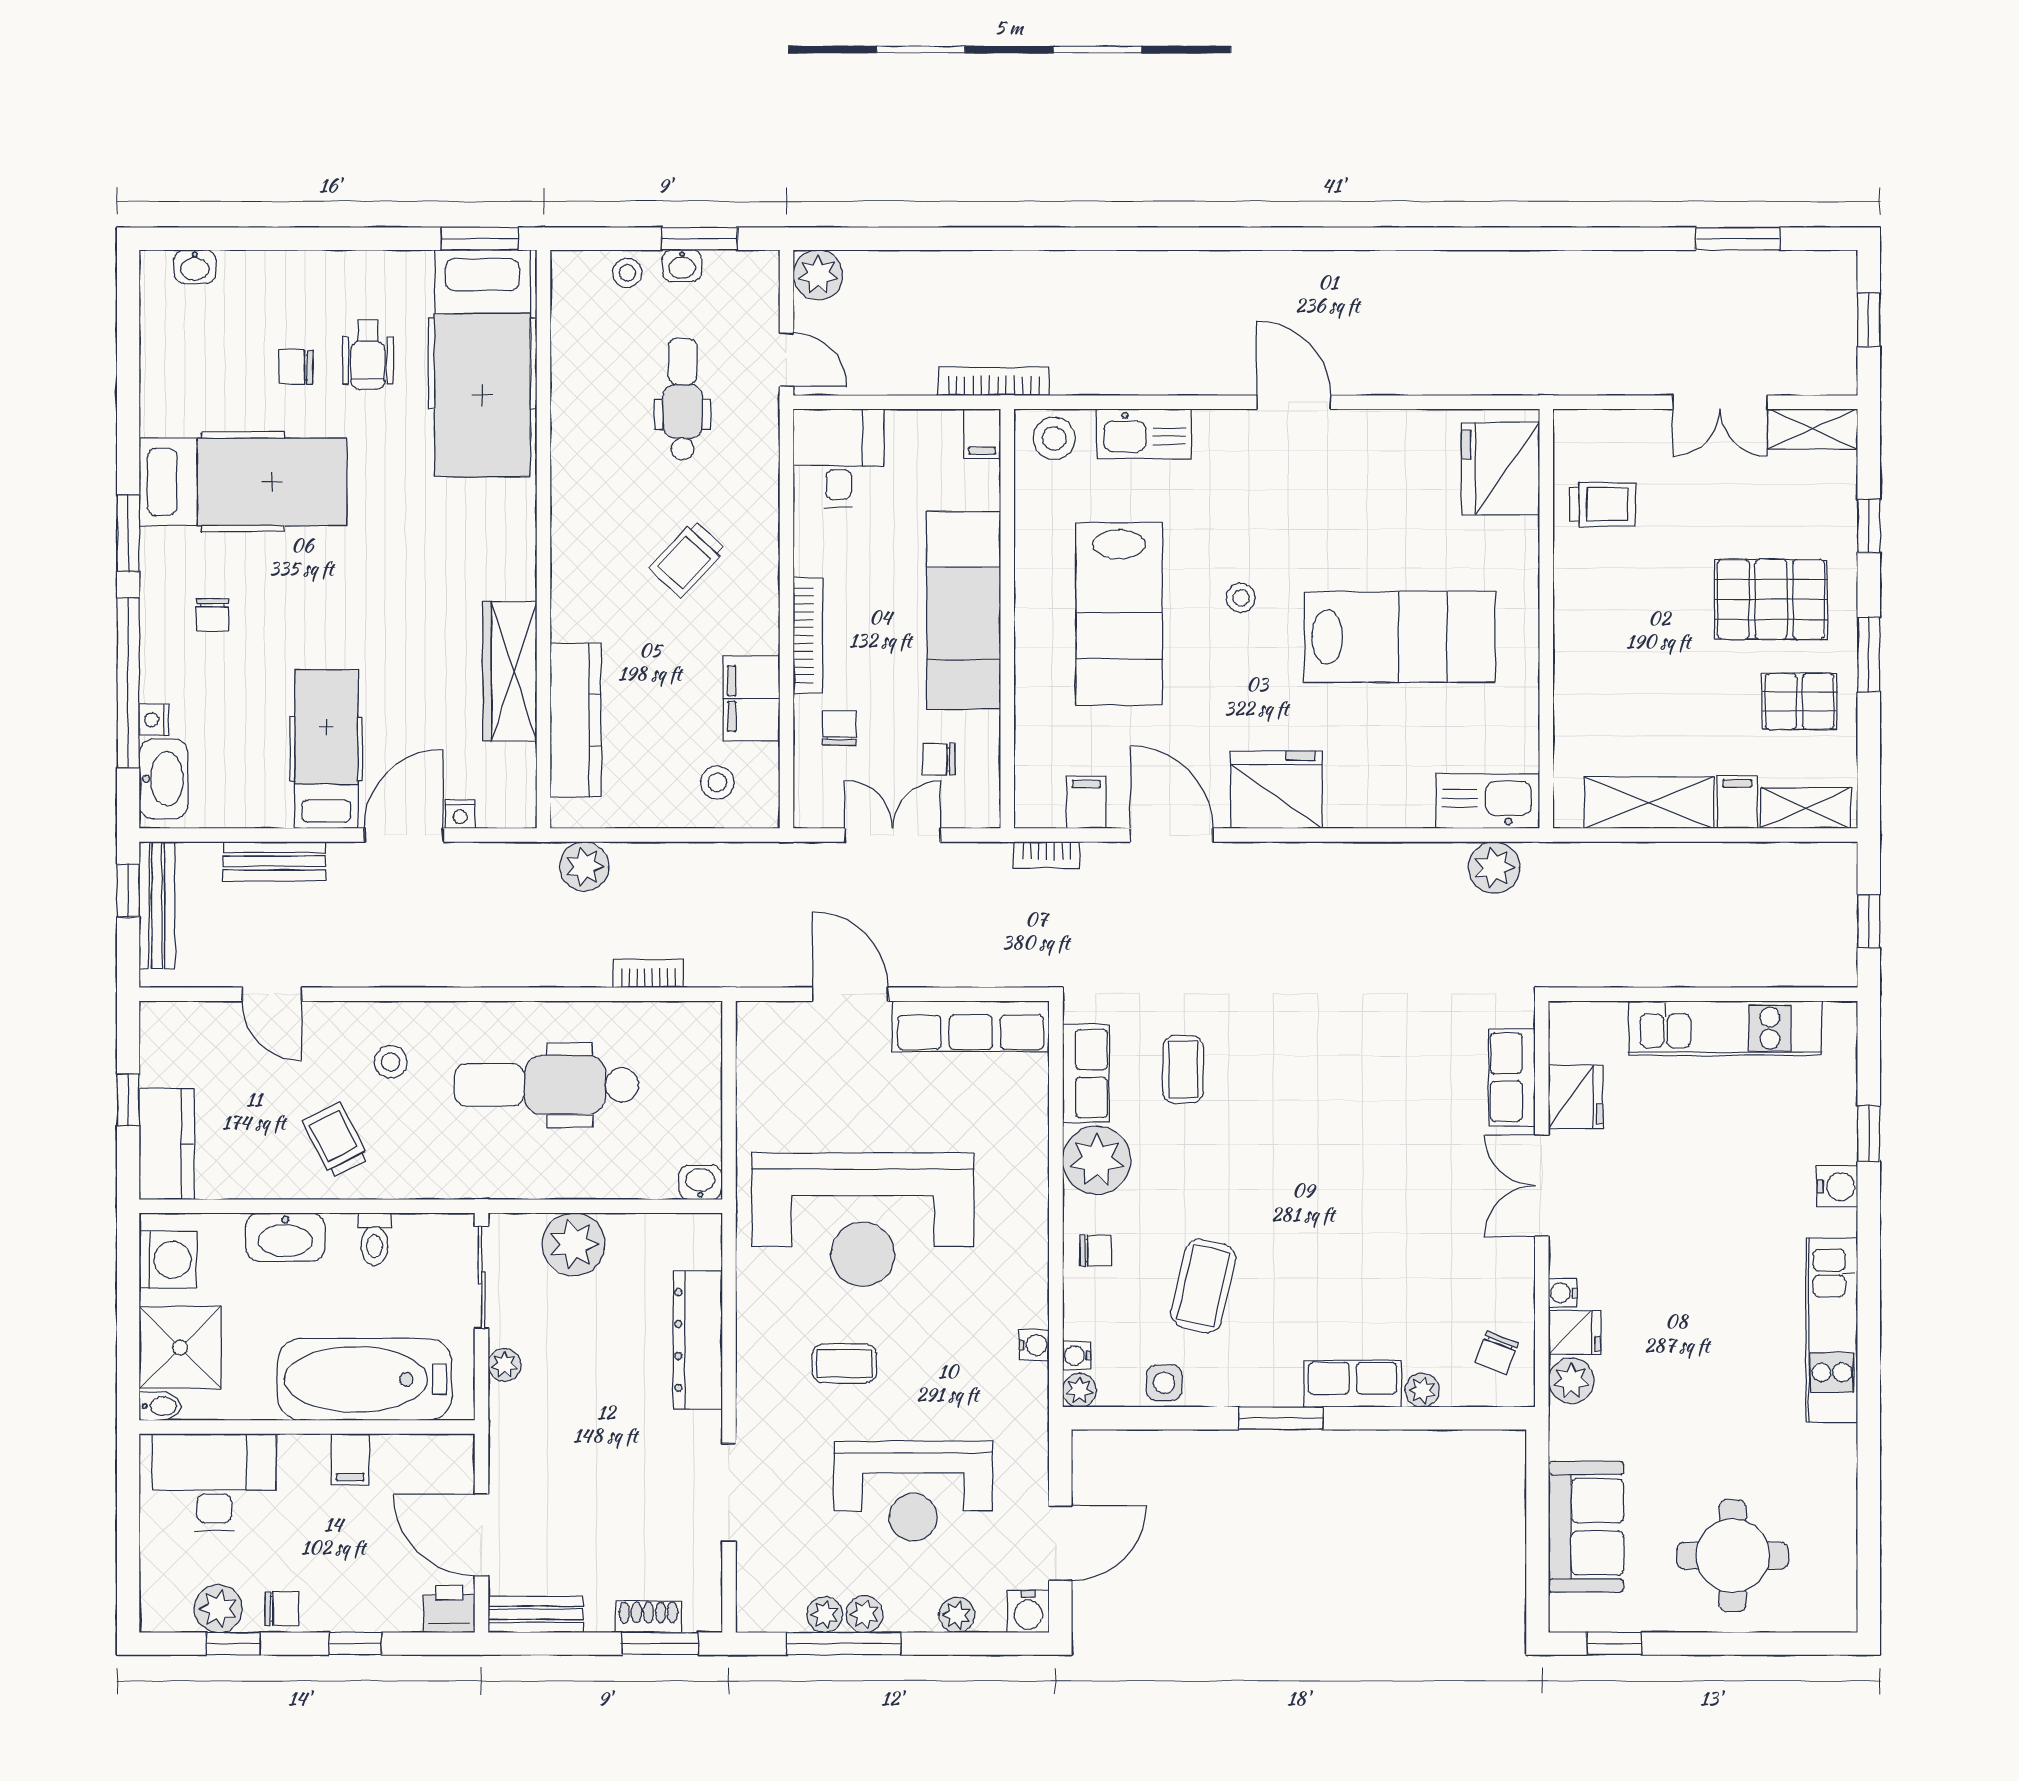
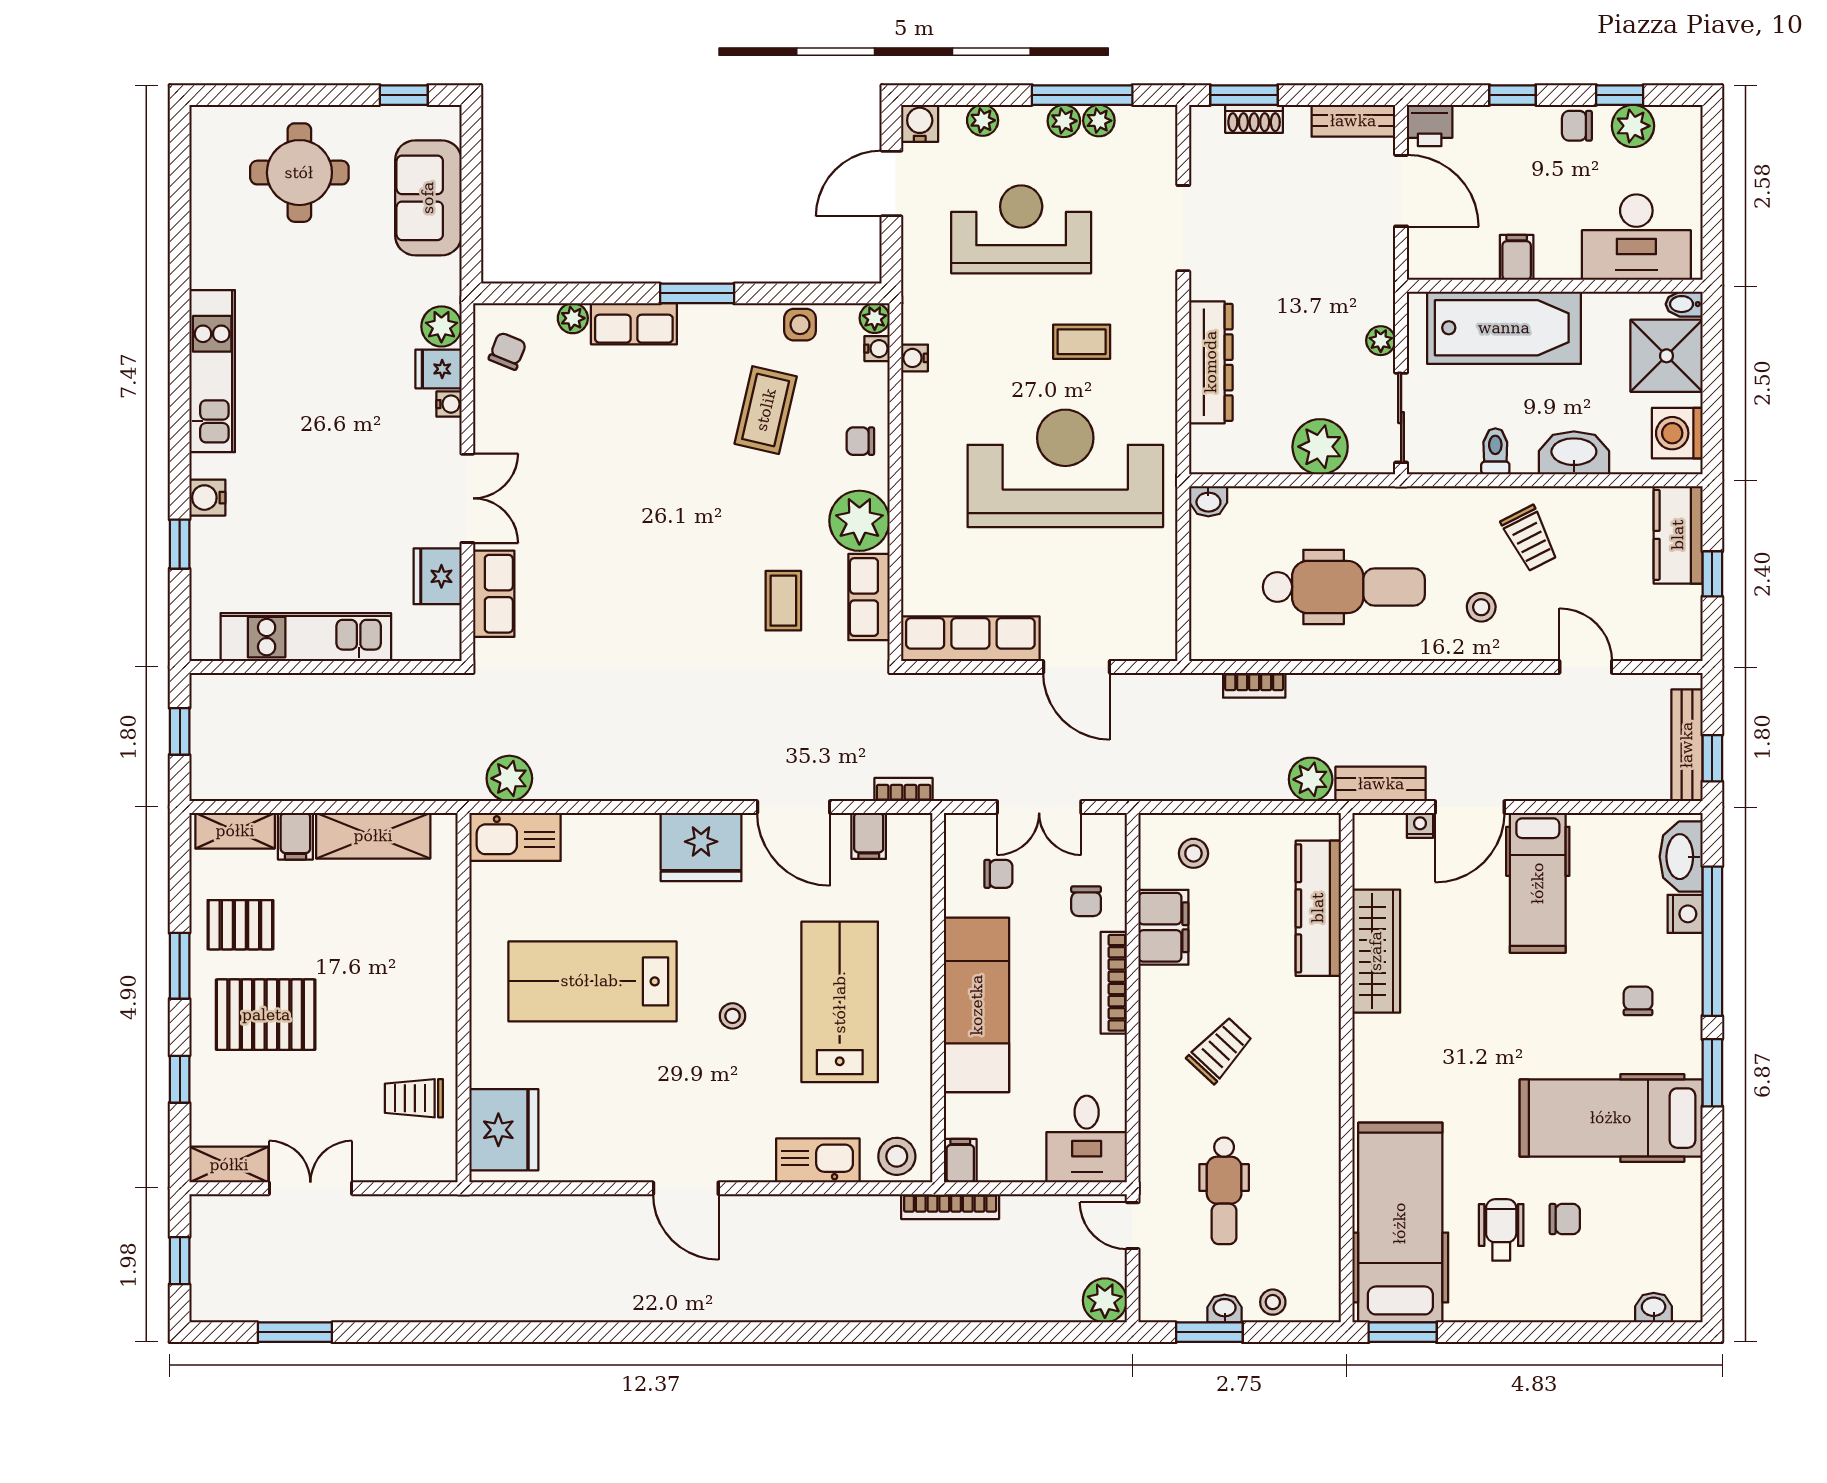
nightstand: (154, 720) -> (1685, 914), width x1.39, depth x1.35
bench: (274, 861) -> (1381, 784), moved

